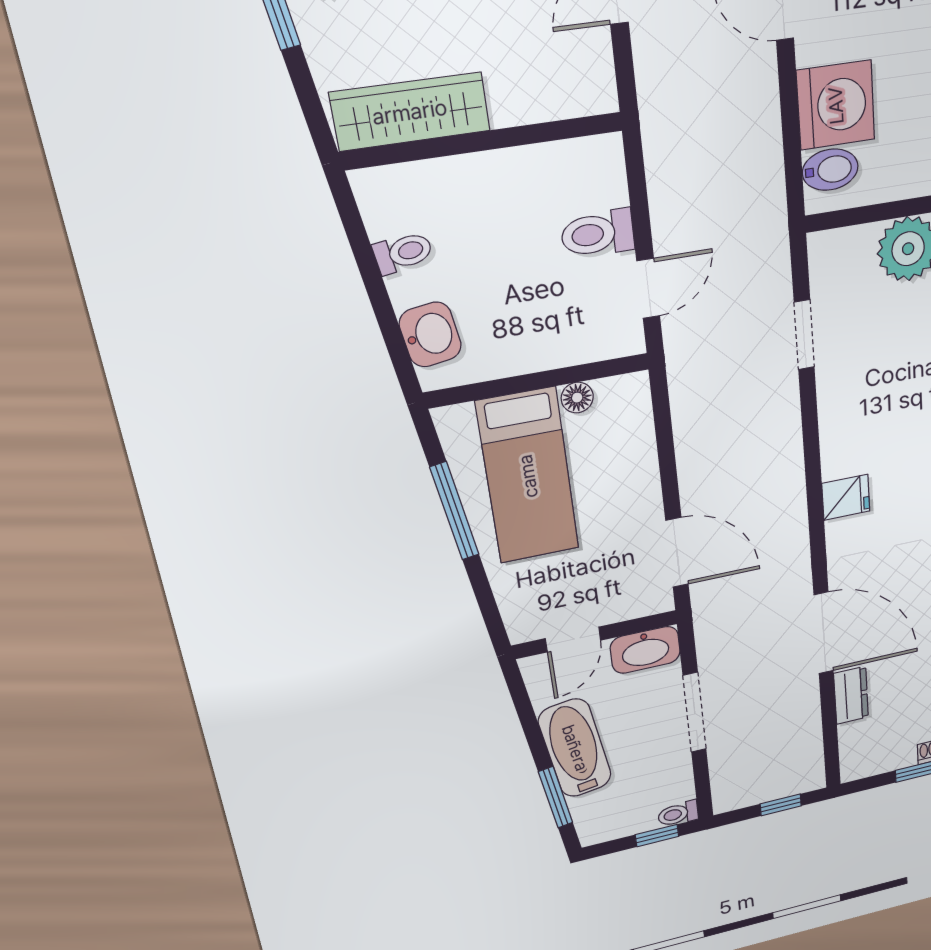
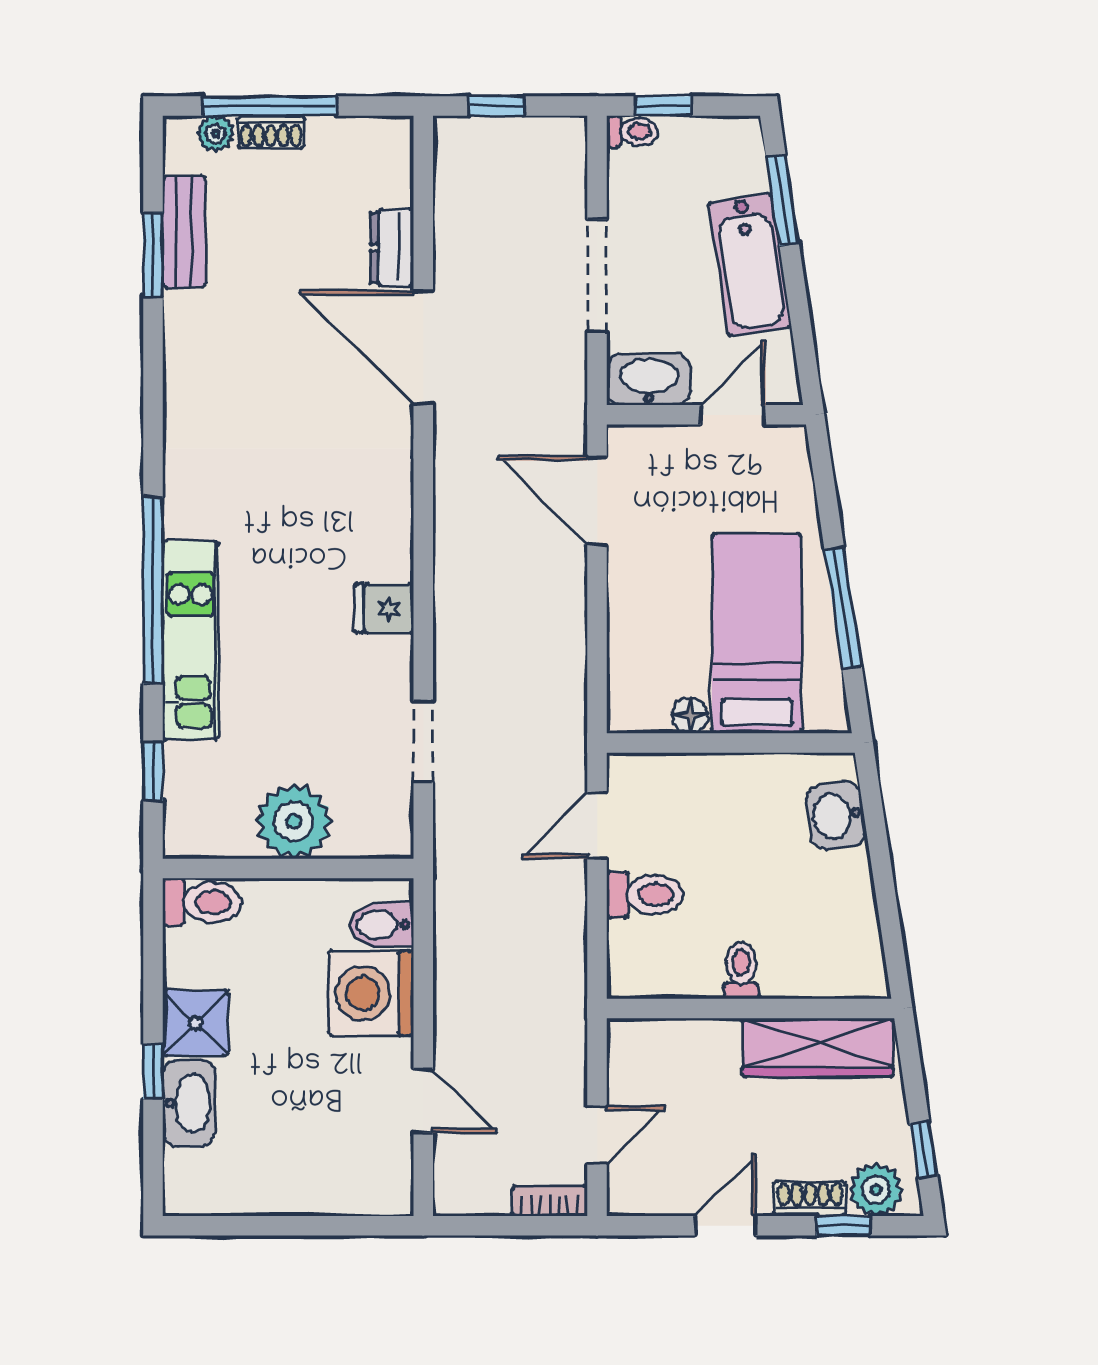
toilet: (403, 253) -> (741, 970), moved, turned 98
fridge: (846, 497) -> (384, 608), moved

